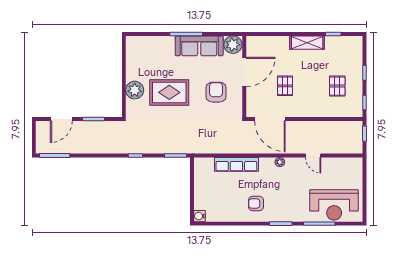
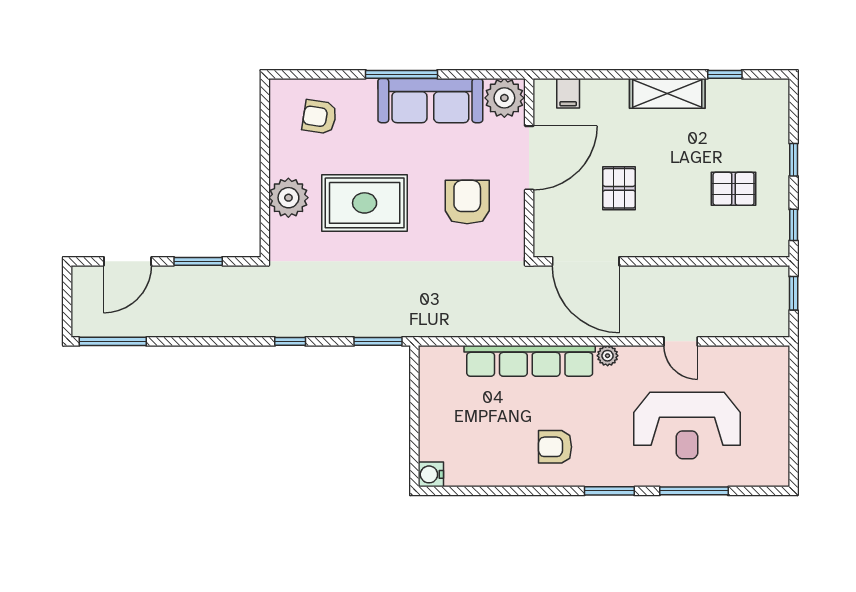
filing cabinet: (262, 43) -> (568, 93), added
armchair: (149, 53) -> (319, 117), added
pallet: (337, 86) -> (734, 189), turned 90
row of seats: (236, 164) -> (530, 361), width x1.36
reception desk: (334, 205) -> (687, 425), moved

